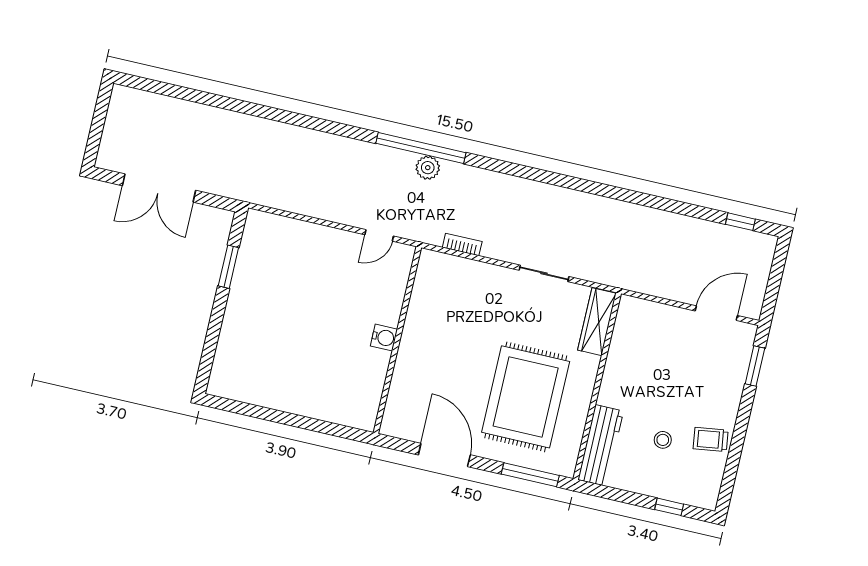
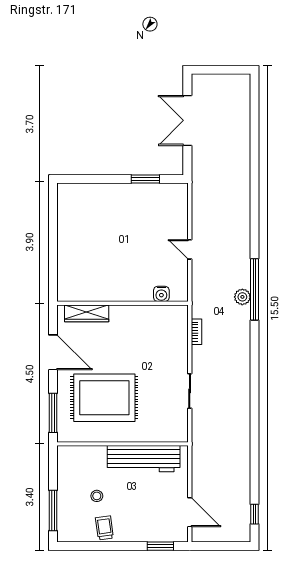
door: (379, 235) -> (190, 249), moved
wardrobe: (597, 322) -> (87, 313), moved, turned 180
water cooler: (384, 338) -> (161, 294), moved
workbench: (601, 445) -> (144, 459), moved, width x1.36, depth x1.32
door: (444, 455) -> (53, 352), hinge flipped
window: (669, 507) -> (53, 511), width x2.17

